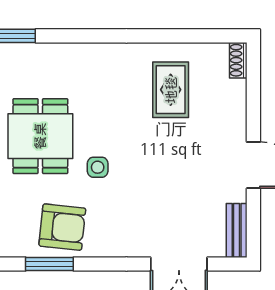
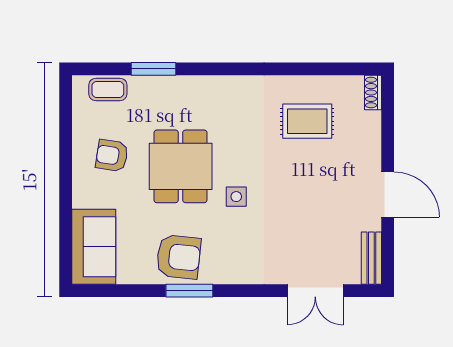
rug: (171, 90) -> (307, 121), turned 90
armchair: (62, 227) -> (179, 257), moved

